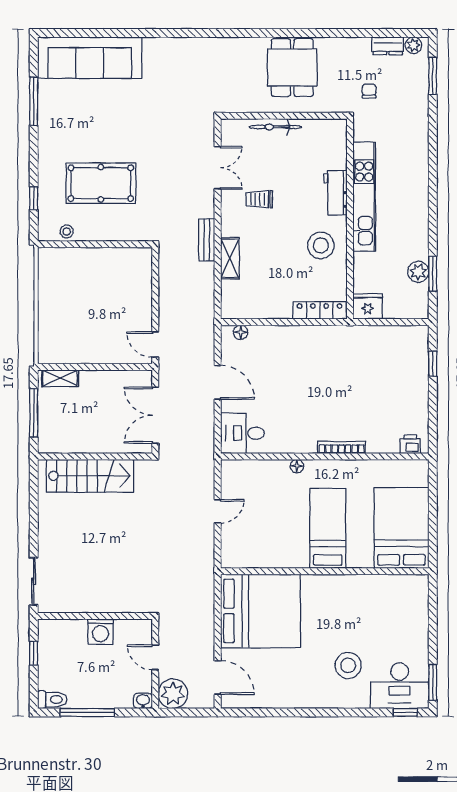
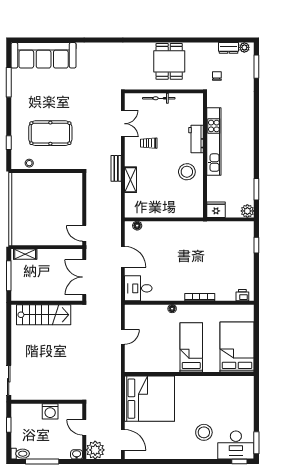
plant: (418, 272) -> (247, 211), moved
locker: (320, 310) -> (186, 212), removed

